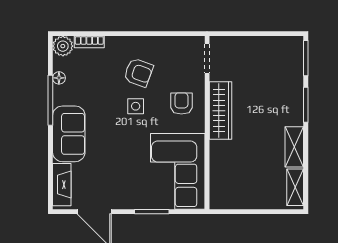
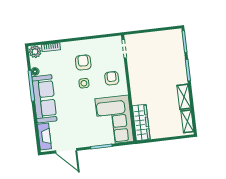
armchair: (138, 73) -> (83, 62), turned -110
wardrobe: (221, 111) -> (141, 123), moved
sofa: (69, 134) -> (44, 99), width x1.36

